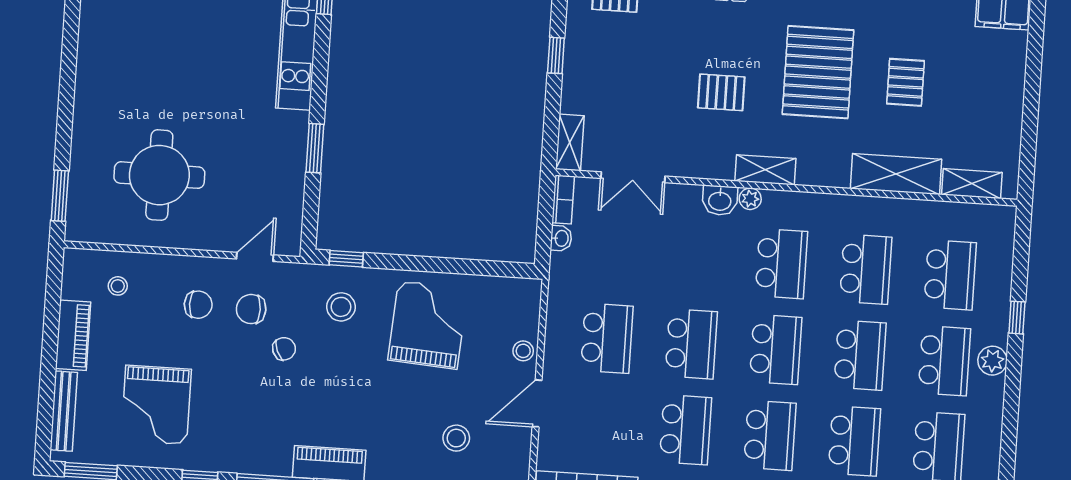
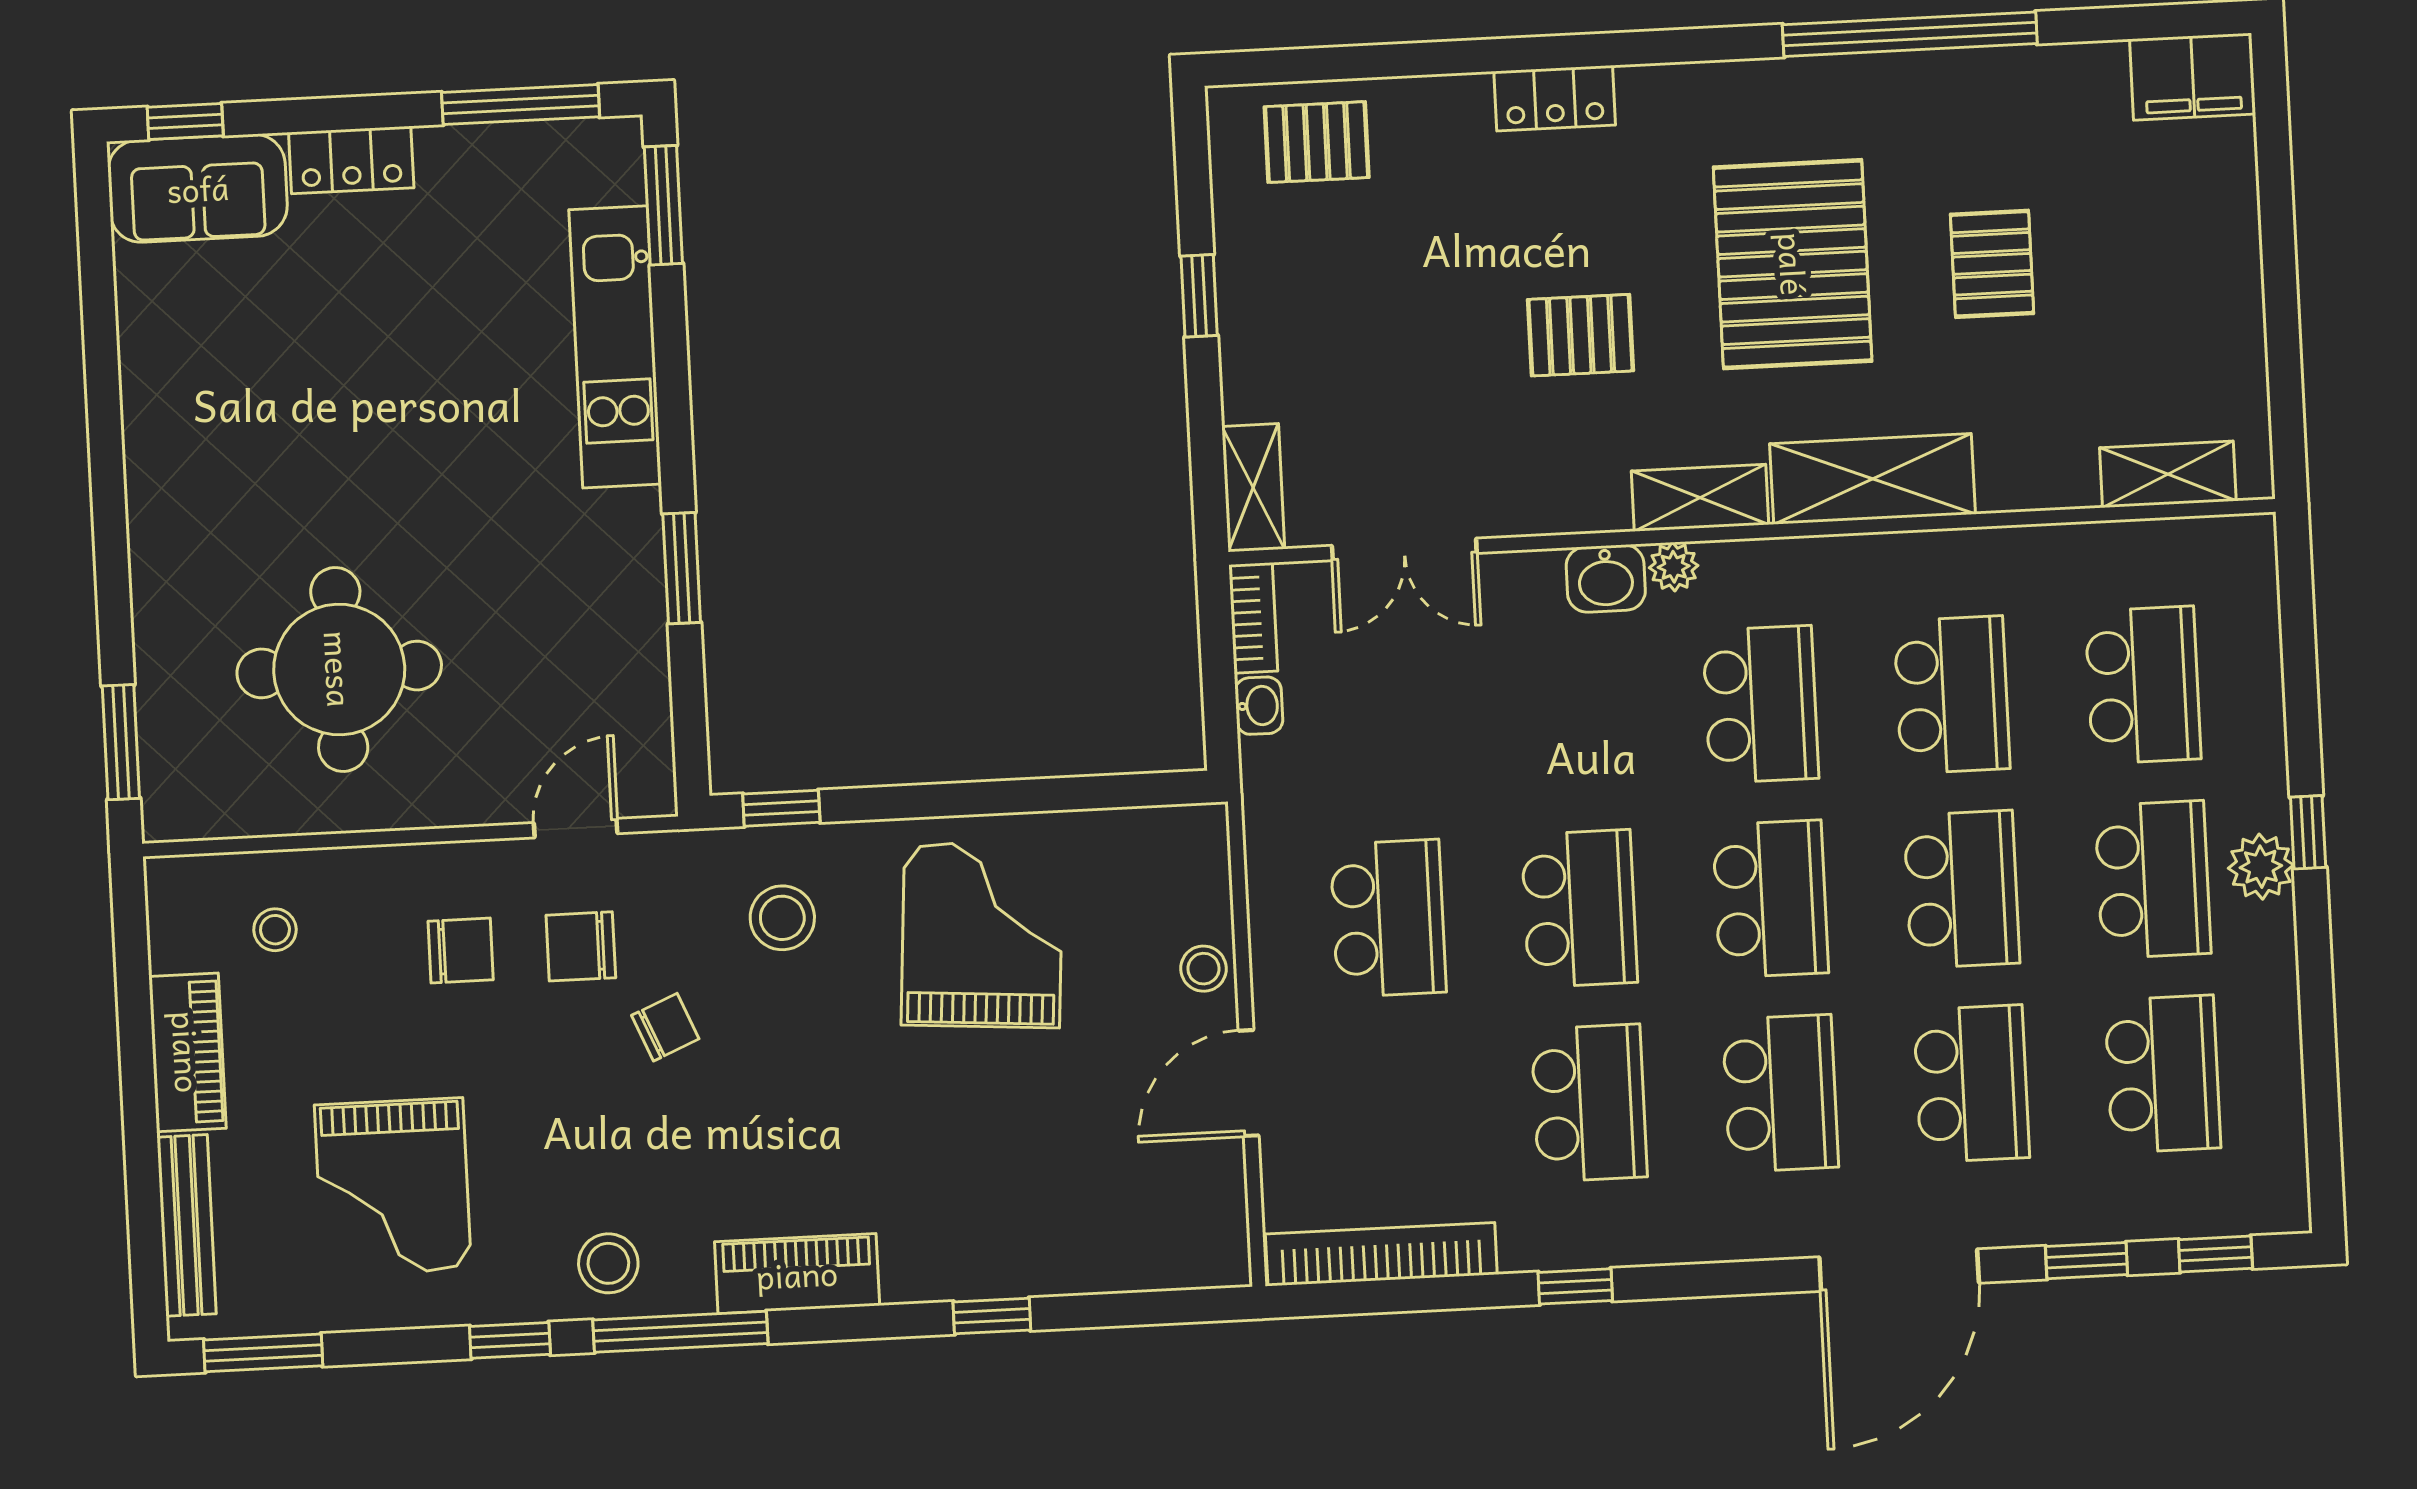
shelving: (896, 174) -> (1873, 479), moved
window: (1017, 318) -> (2308, 832), moved
stool: (456, 438) -> (608, 1263), moved

